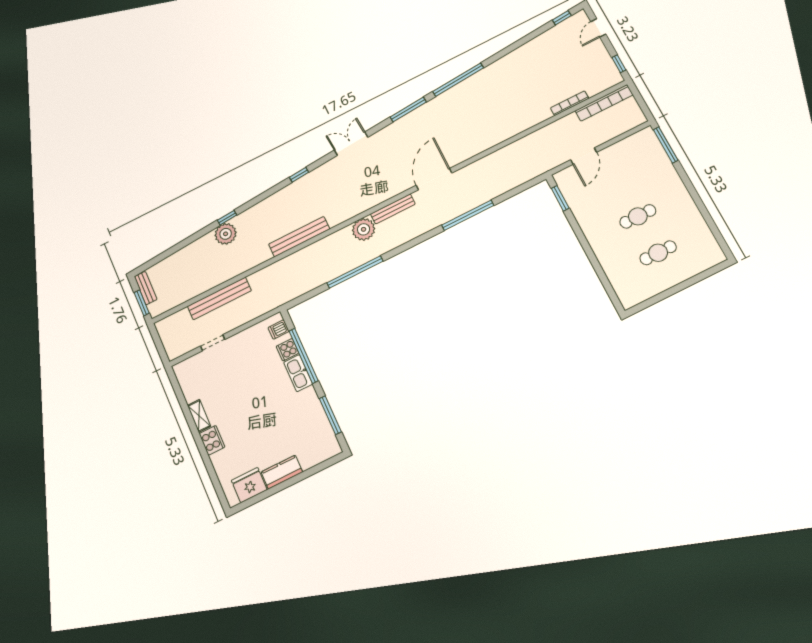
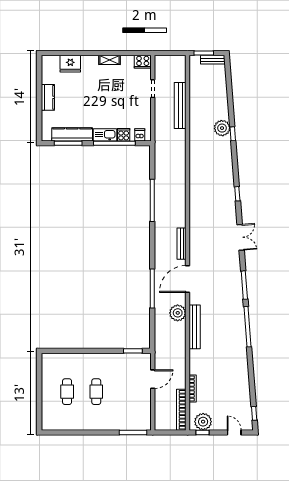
plant: (605, 70) -> (203, 422), added
door: (584, 156) -> (153, 379), swing flipped
door: (434, 179) -> (188, 279), swing flipped
plant: (364, 229) -> (178, 313), moved
bench: (299, 237) -> (195, 327), moved
kitchen counter: (316, 416) -> (72, 134), added
cooker: (212, 440) -> (143, 62), moved
fridge: (249, 485) -> (70, 64), moved, turned 90

